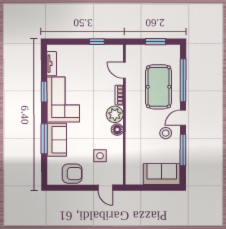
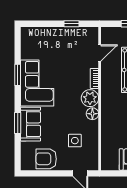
tv unit: (52, 64) -> (25, 46), removed
door: (124, 70) -> (100, 53), swing flipped
window: (44, 139) -> (18, 123), width x0.69
armchair: (72, 174) -> (46, 159), turned 180

